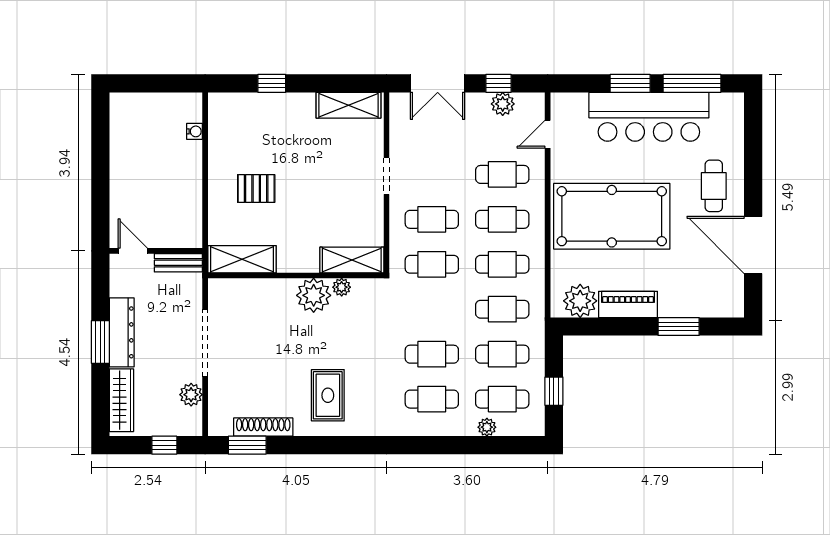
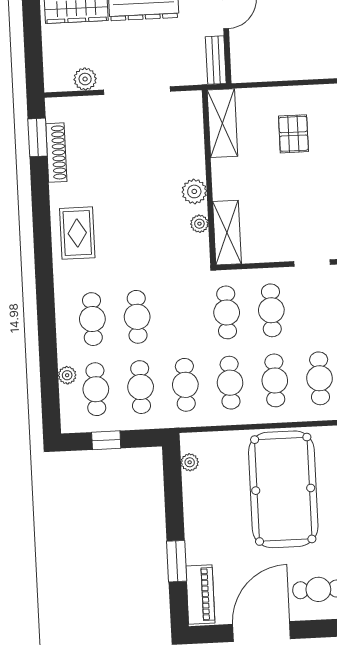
plant: (314, 295) -> (194, 191), width x0.73, depth x0.73
plant: (580, 301) -> (190, 462), width x0.53, depth x0.53
piano: (628, 304) -> (200, 594), moved
rug: (328, 395) -> (77, 233), moved, turned 90
window: (164, 445) -> (33, 55), removed

